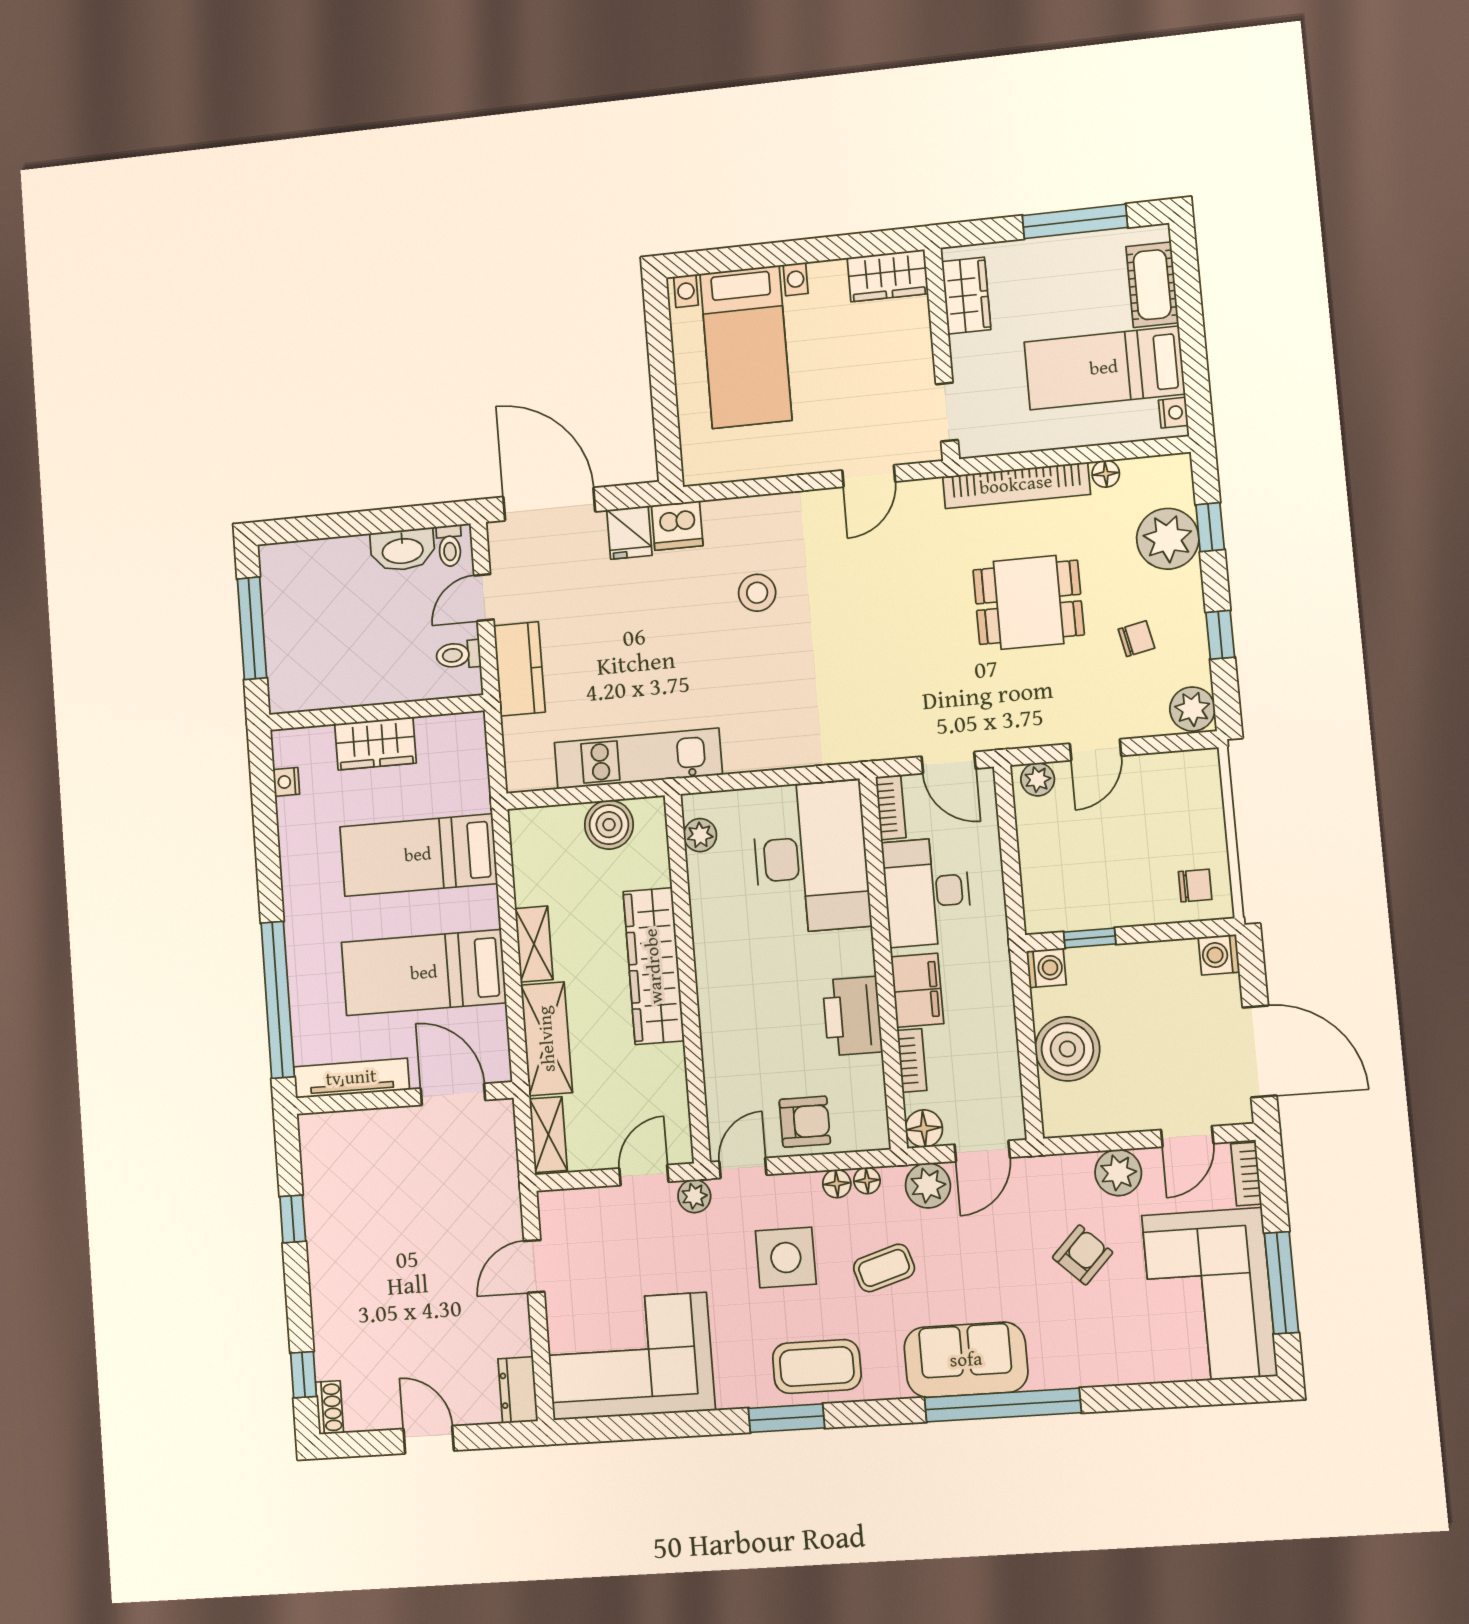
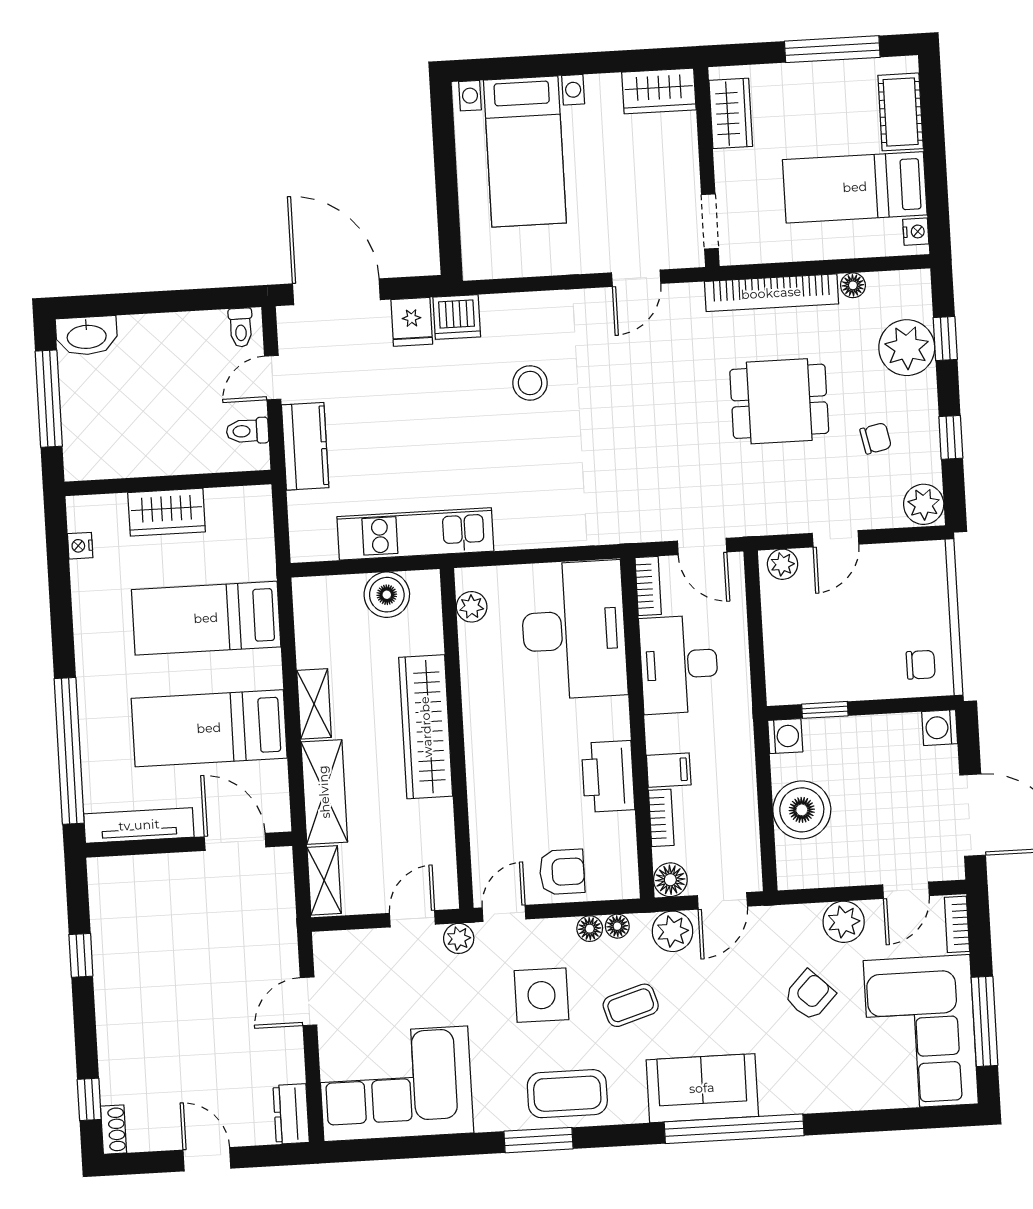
washbasin: (403, 550) -> (87, 336), moved
filing cabinet: (917, 990) -> (669, 770), width x0.50

